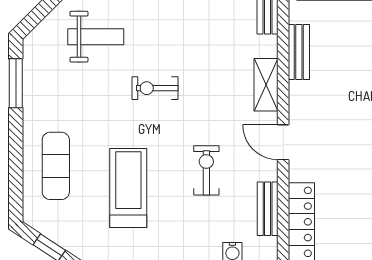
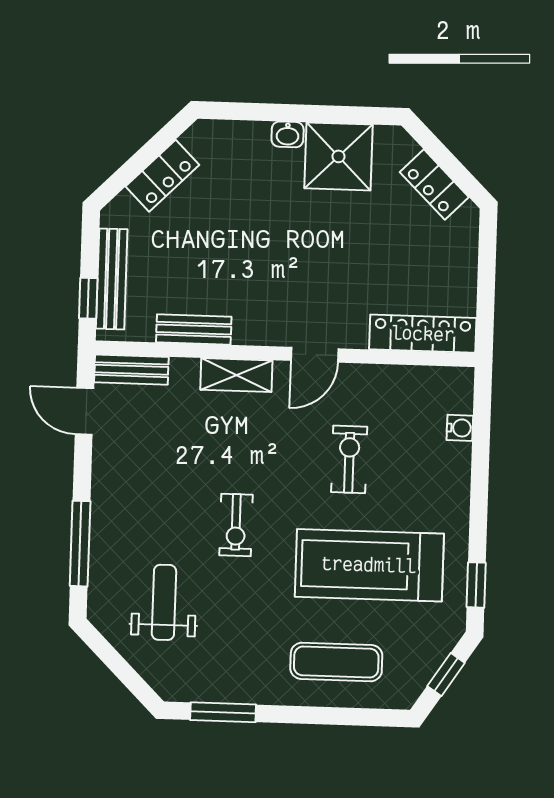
exercise bike: (206, 170) -> (349, 459), turned 90
treadmill: (128, 188) -> (369, 565), width x1.37, depth x1.38
bench: (268, 209) -> (404, 379), removed

